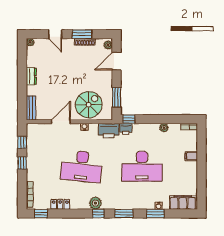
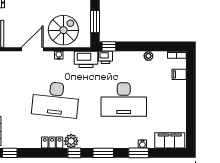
filing cabinet: (191, 156) -> (179, 74), moved
locker: (60, 204) -> (52, 142), moved

